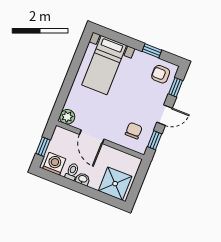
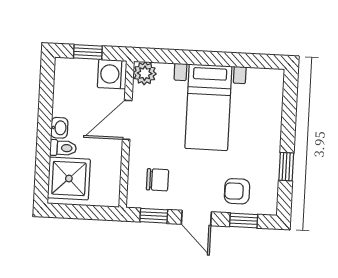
bed with nightstands: (104, 65) -> (208, 107), moved, turned -90
armchair: (161, 74) -> (237, 191), moved, turned -90
washing machine: (54, 164) -> (112, 74), moved, turned 180
toilet: (72, 172) -> (63, 148), moved

